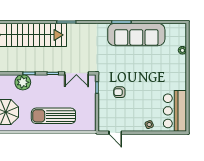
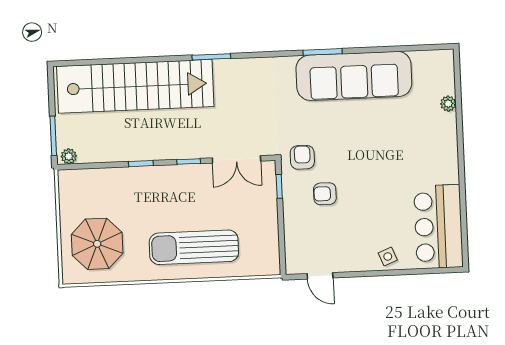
armchair: (109, 74) -> (302, 157), added
plant: (23, 82) -> (129, 182), removed

